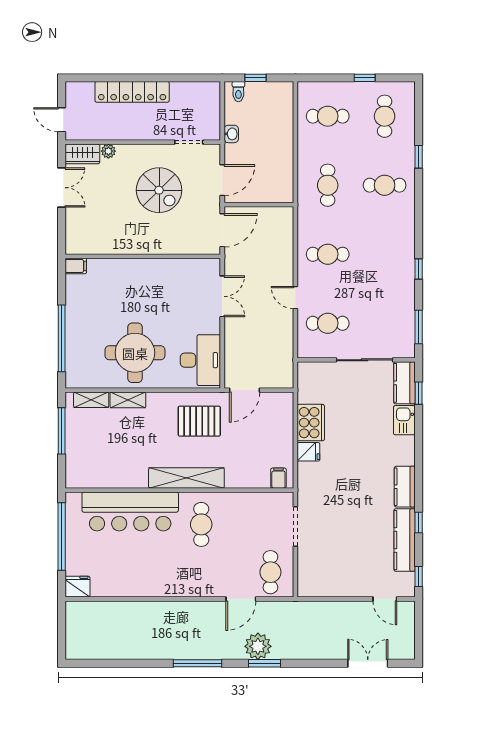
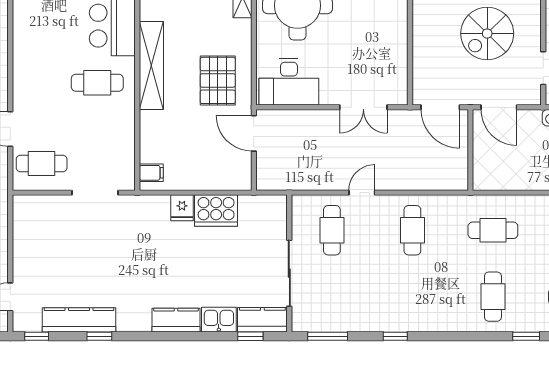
kitchen counter: (405, 487) -> (176, 320), moved

